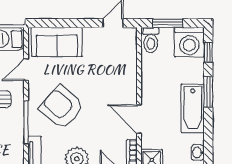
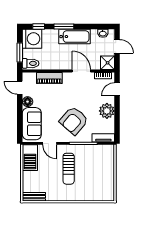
floor lamp: (91, 35) -> (28, 102), added
piano: (128, 69) -> (49, 78), added
door: (139, 119) -> (81, 71), swing flipped

